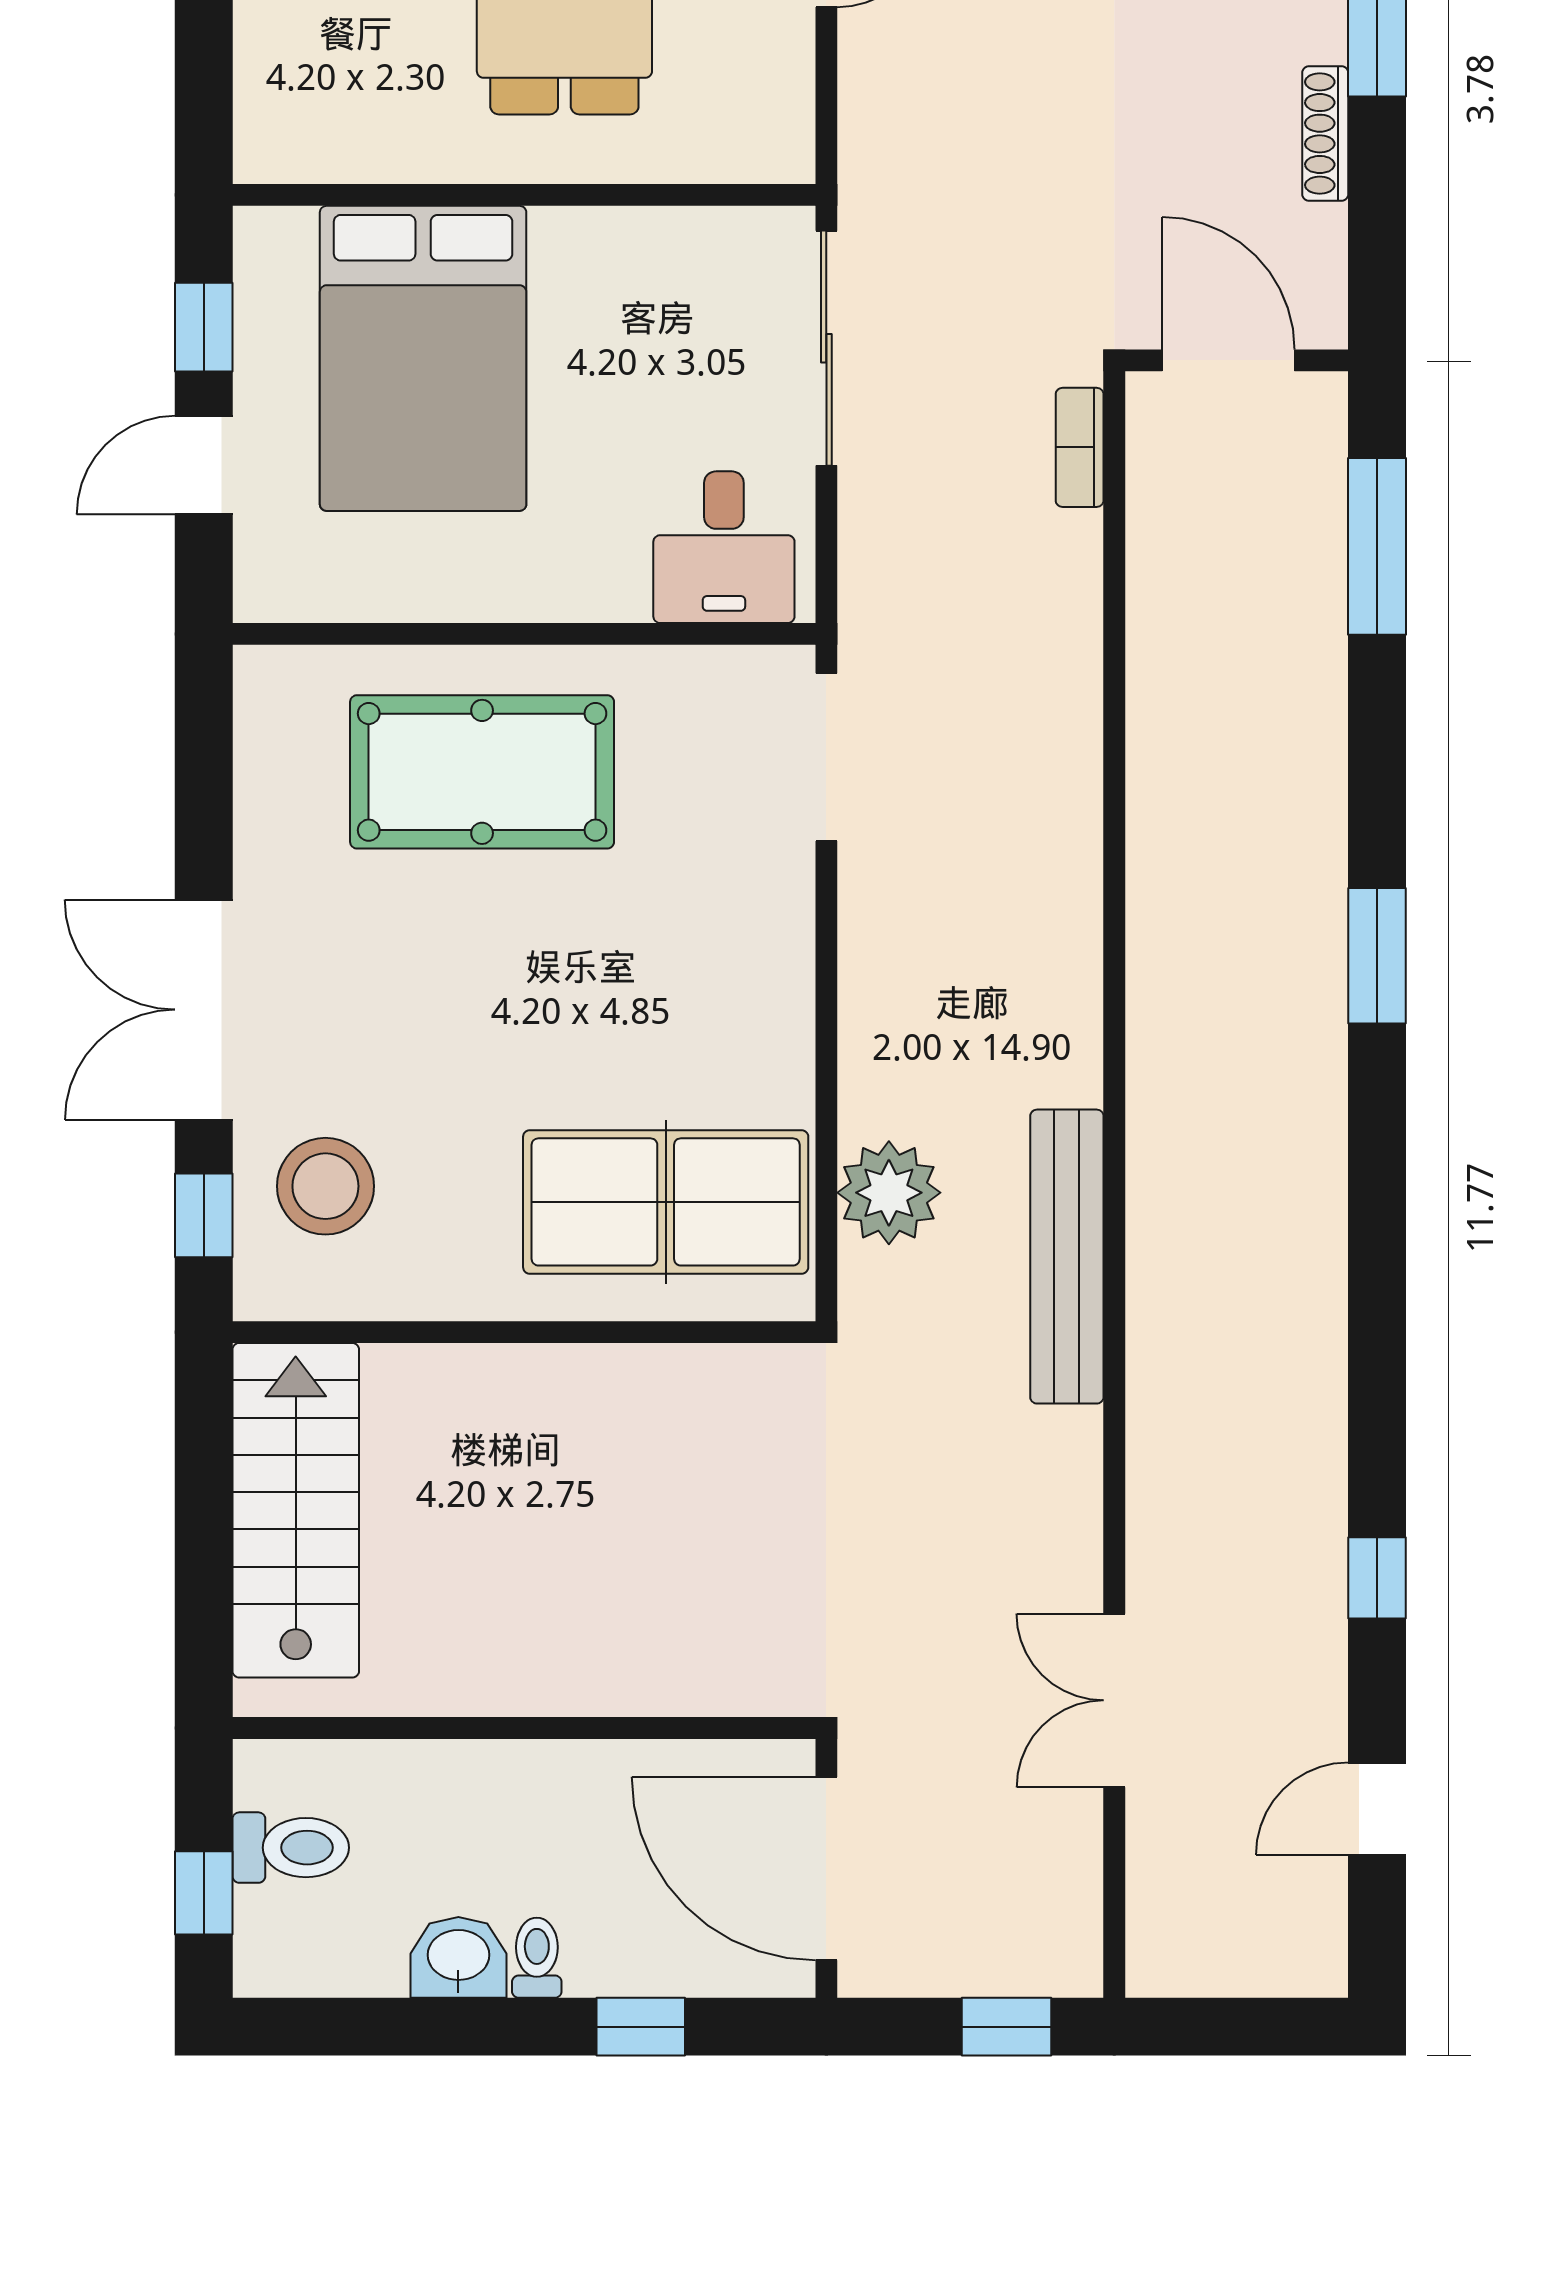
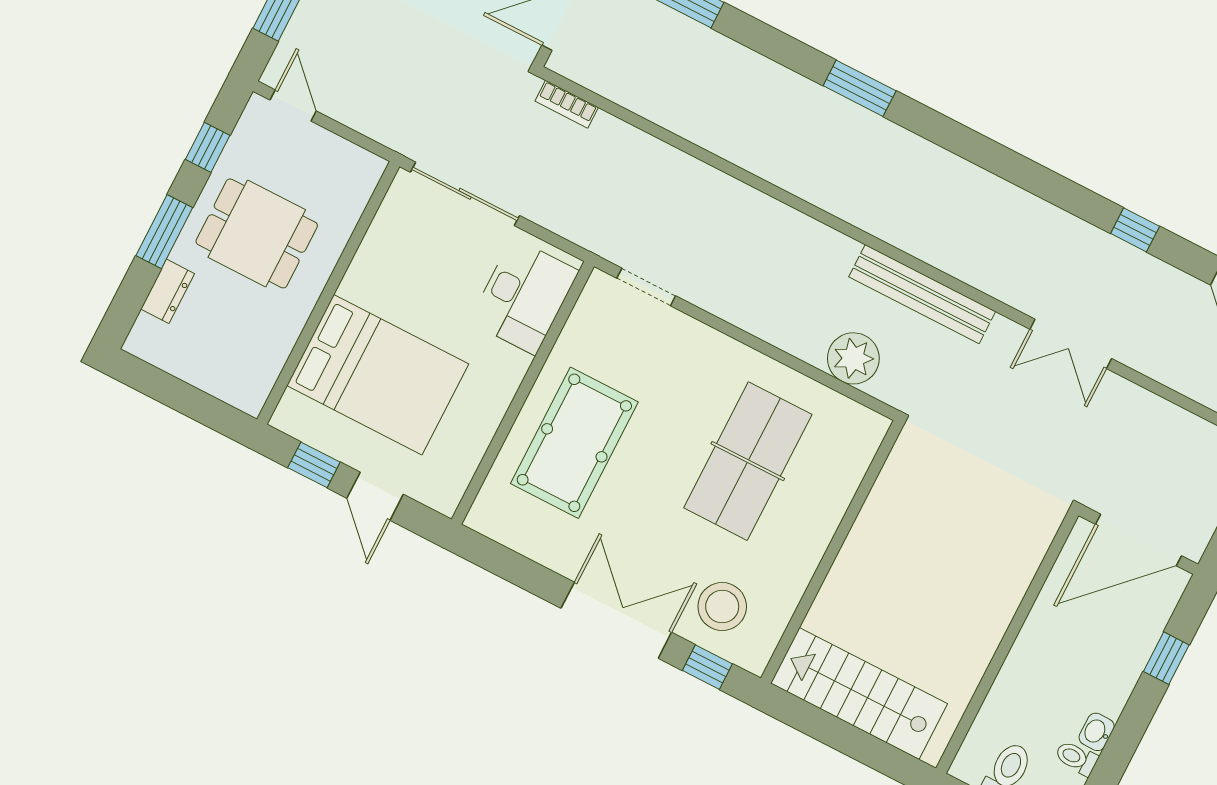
desk: (724, 547) -> (524, 296), width x1.37
doorway: (826, 757) -> (646, 287), width x0.73
double door: (204, 1010) -> (616, 620), swing flipped
table tennis table: (666, 1202) -> (748, 461), moved
double door: (1114, 1700) -> (1071, 344), moved
washbasin: (458, 1957) -> (1097, 732), width x0.72, depth x0.69
toilet: (537, 1958) -> (1076, 758), moved

